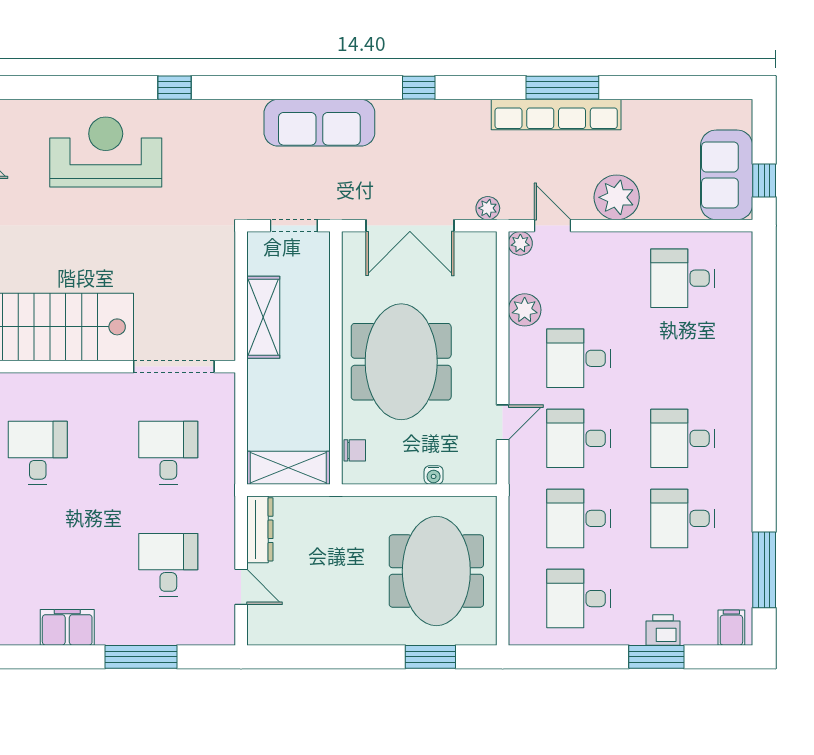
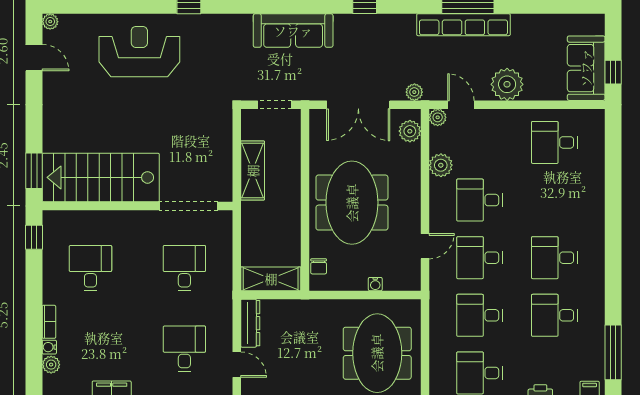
plant: (482, 263) -> (410, 131), added
chair: (355, 450) -> (319, 266), turned 90

